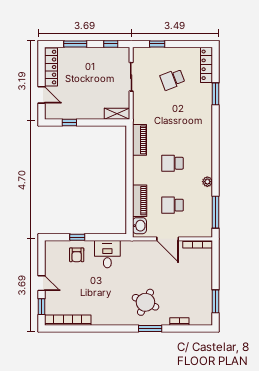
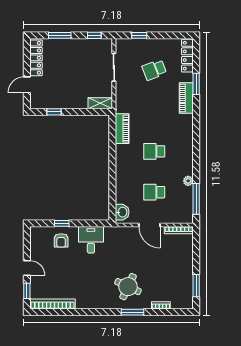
door: (42, 95) -> (27, 85), swing flipped
plant: (207, 182) -> (188, 181), moved
piano: (140, 201) -> (186, 98), moved, turned 180

